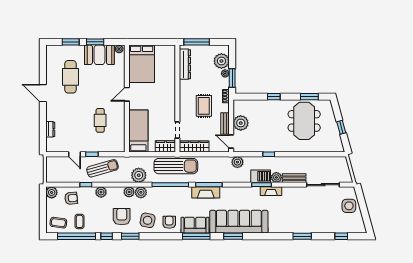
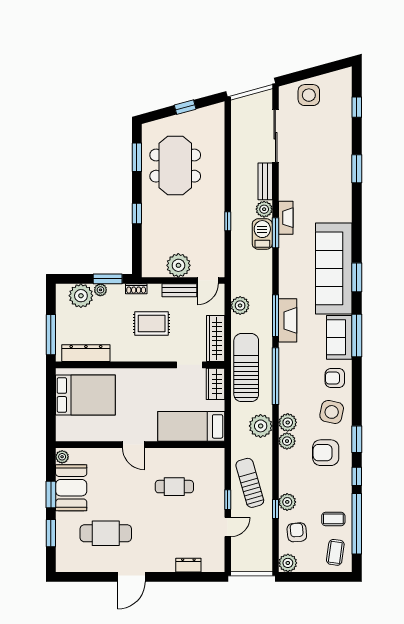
bed: (142, 64) -> (85, 395), moved
meeting table: (304, 121) -> (175, 166), turned 90
plant: (237, 162) -> (240, 305), moved
plant: (101, 192) -> (287, 502), moved

